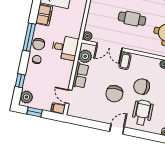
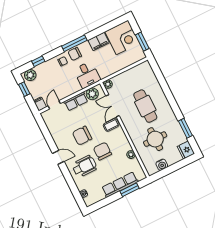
cafe table: (132, 19) -> (145, 106), width x1.37, depth x1.35

